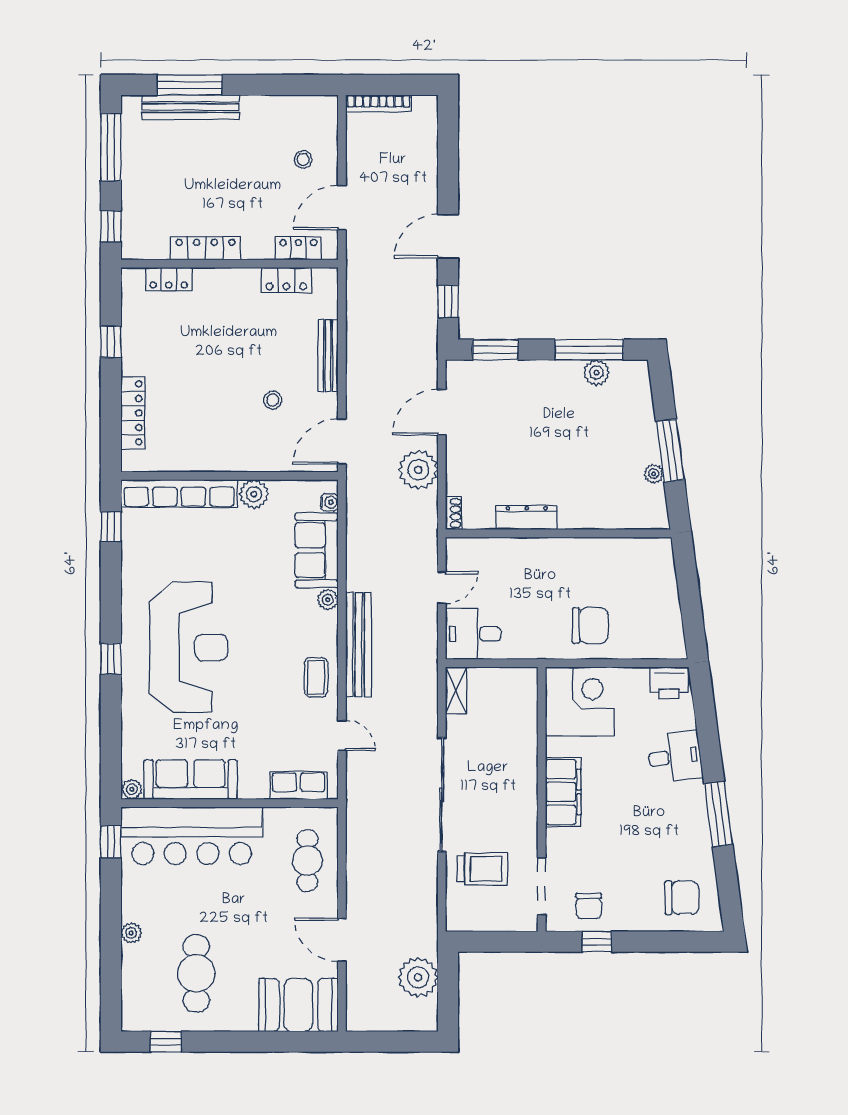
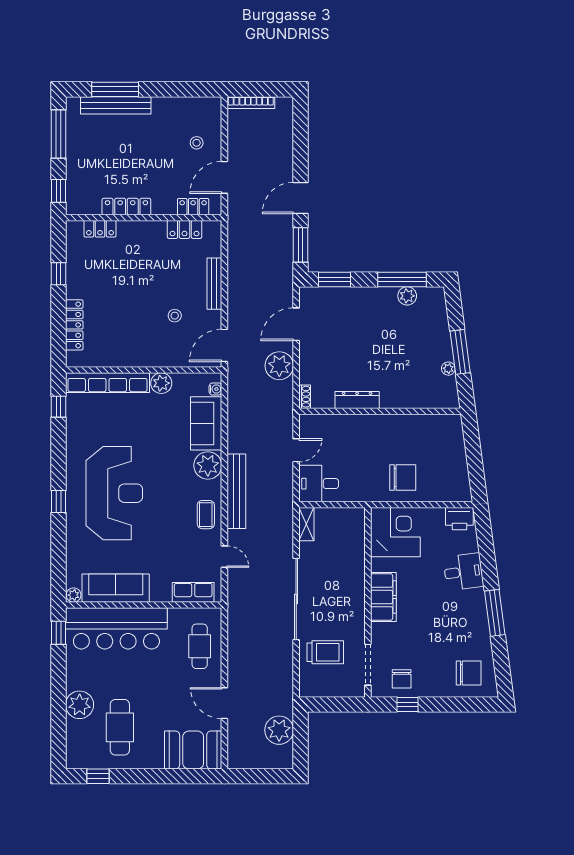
window: (448, 302) -> (301, 245), width x1.50
plant: (328, 600) -> (208, 465), width x1.88, depth x1.88
plant: (131, 933) -> (80, 705), width x1.87, depth x1.87

